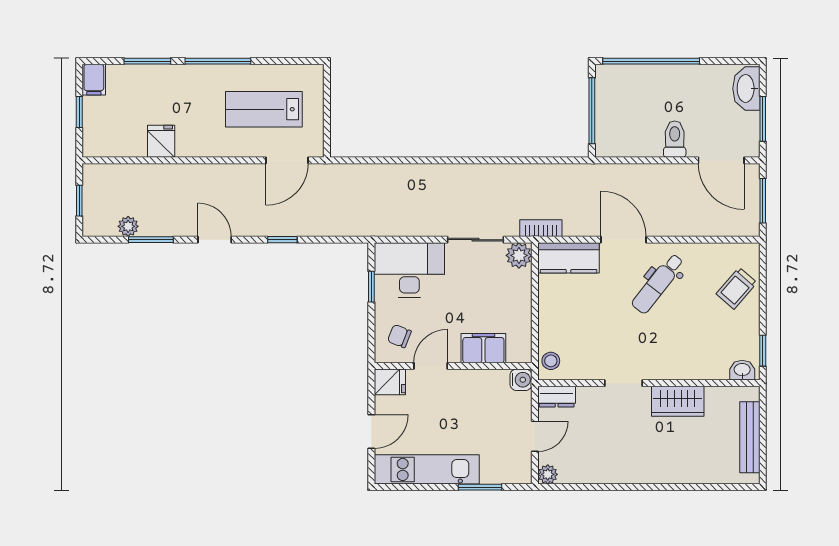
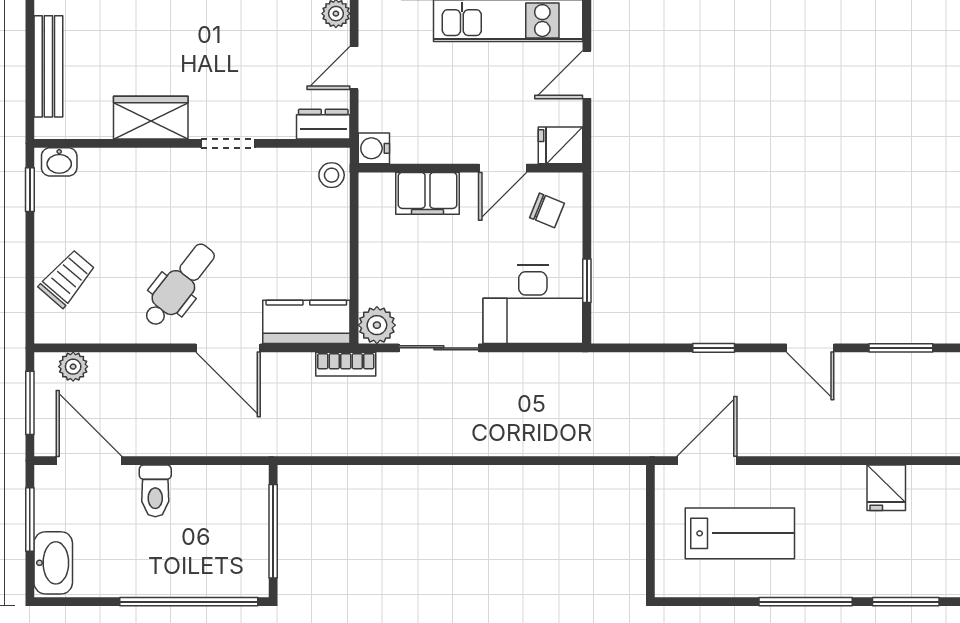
plant: (128, 226) -> (73, 367), moved

